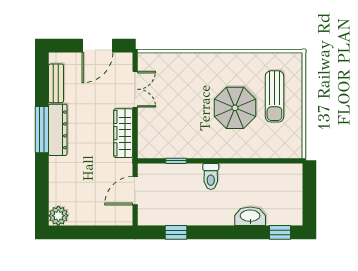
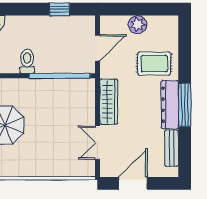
window: (176, 161) -> (60, 76), width x3.17
rug: (75, 174) -> (154, 64), added
plant: (58, 216) -> (138, 25), moved

